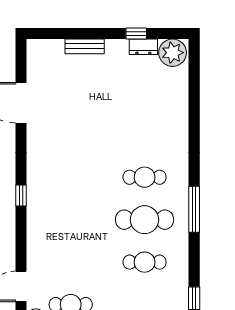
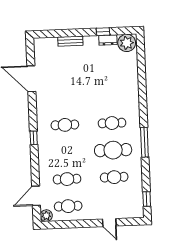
cafe table: (71, 177) -> (65, 125), added
cafe table: (71, 262) -> (67, 179), added

